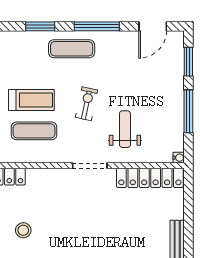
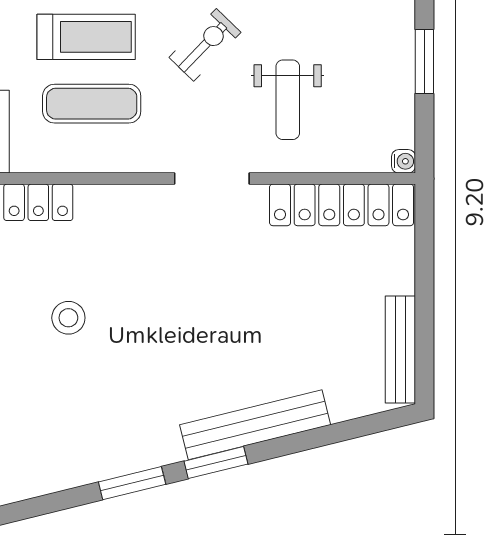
exercise bike: (87, 104) -> (205, 45), turned 32
window: (188, 111) -> (424, 61), width x0.69
weight bench: (125, 129) -> (288, 100), turned 180

